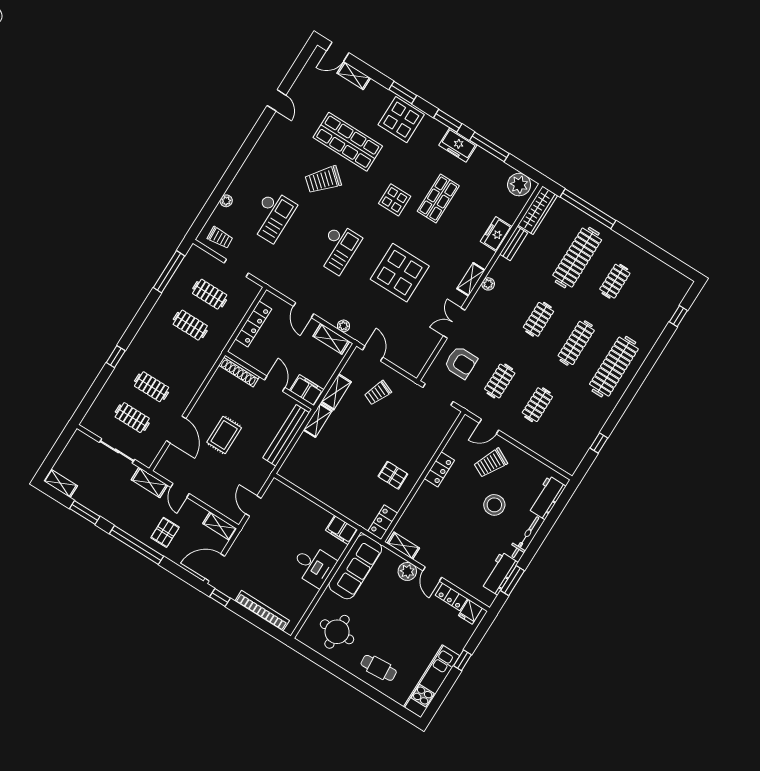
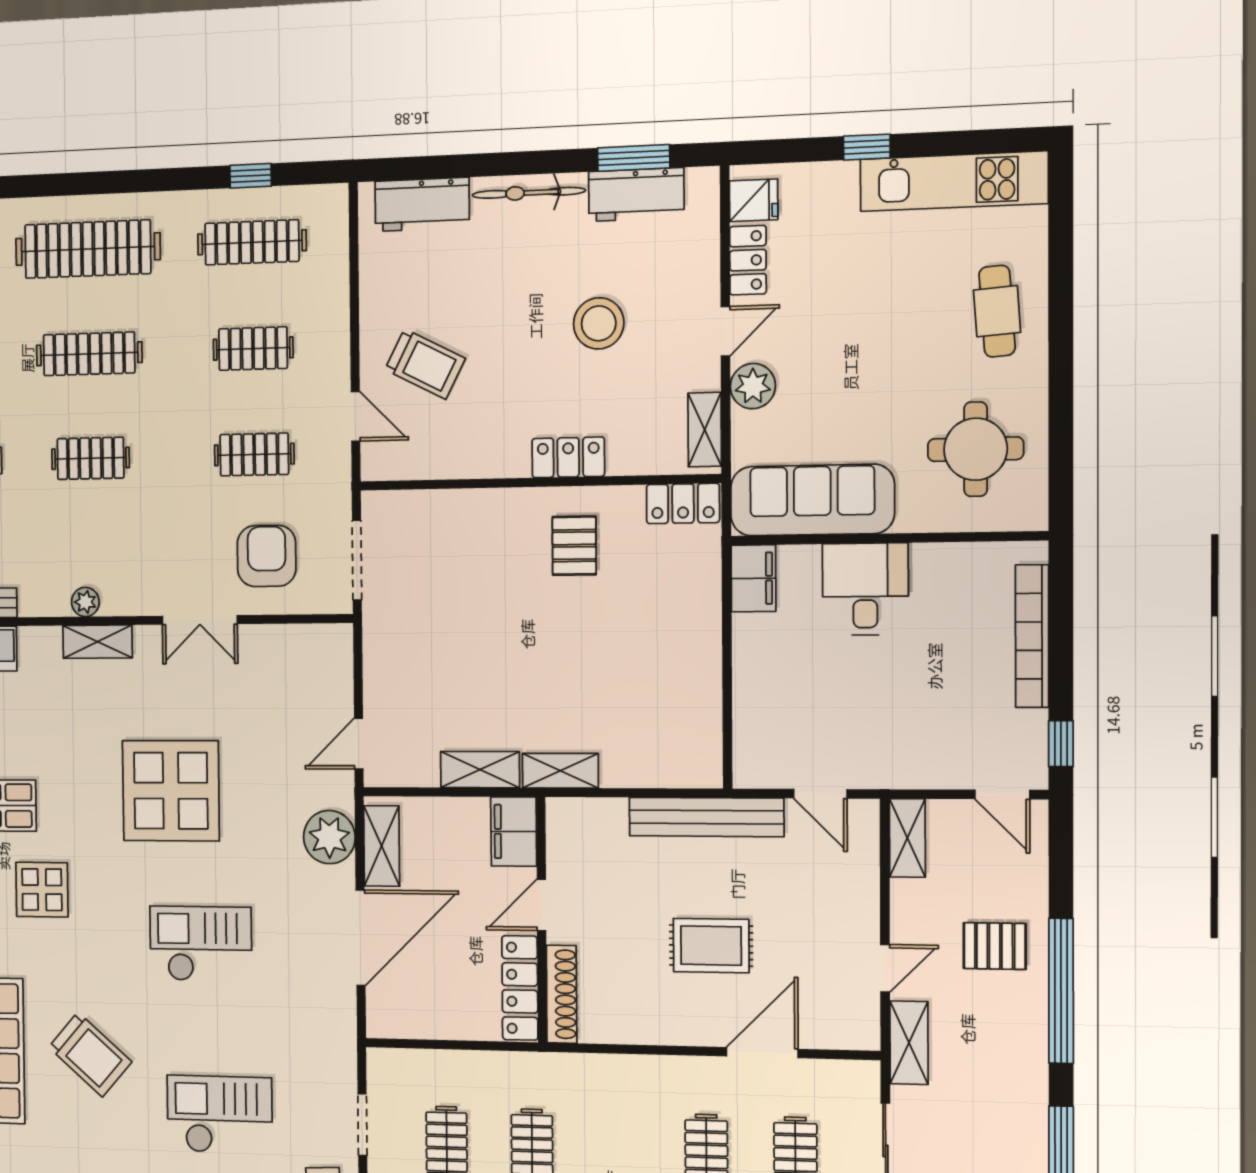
door: (303, 310) -> (361, 938), width x1.88
locker: (253, 324) -> (520, 988), moved, turned -90
plant: (344, 326) -> (329, 837), width x1.88, depth x1.88
trolley: (378, 393) -> (429, 684), removed
clothes rail: (575, 428) -> (252, 242), added
bench: (286, 435) -> (706, 817), moved
locker: (439, 469) -> (568, 457), moved
stool: (494, 505) -> (599, 323), moved
door: (253, 506) -> (820, 794), hinge flipped
door: (215, 567) -> (1002, 795), width x0.73

